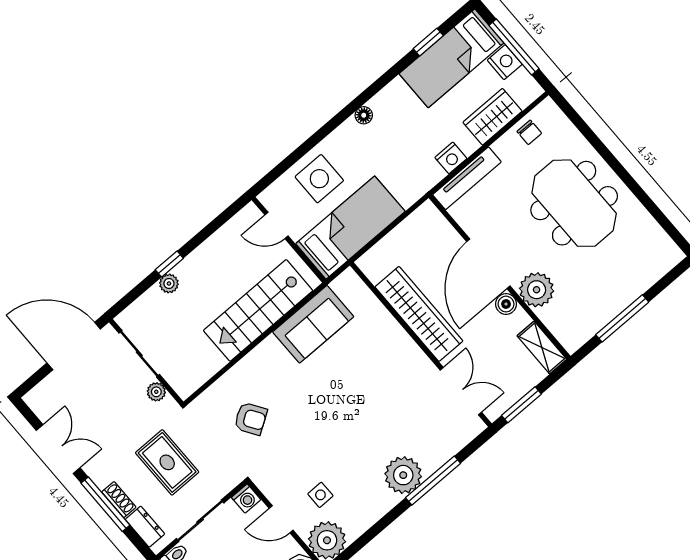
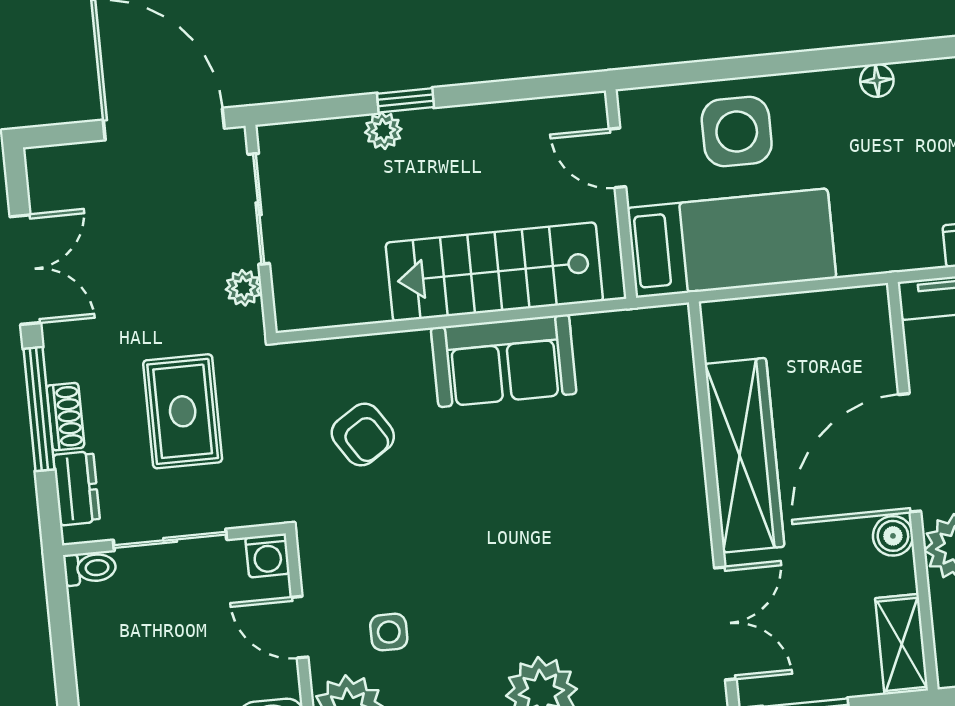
sofa: (313, 324) -> (504, 361), moved

